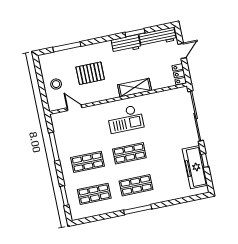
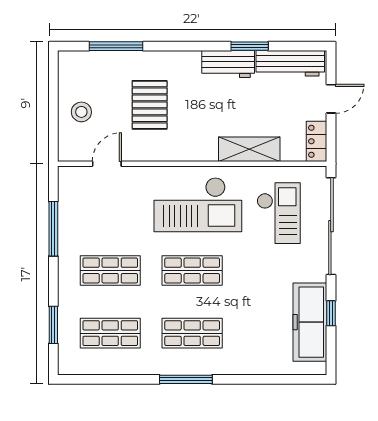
pallet: (90, 73) -> (150, 105), turned 90
shelving: (135, 88) -> (249, 149), moved
door: (75, 108) -> (107, 164), hinge flipped
checkout: (168, 115) -> (279, 213), added
checkout: (125, 119) -> (198, 205), width x1.36, depth x1.21

